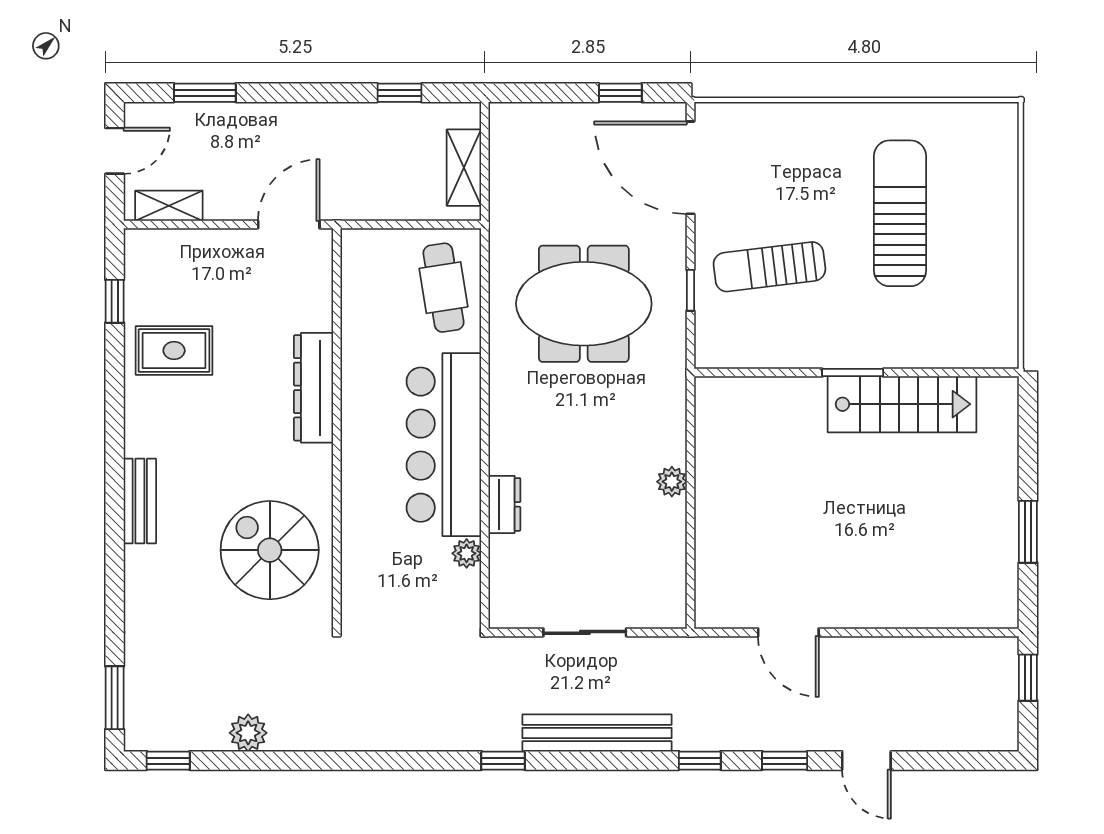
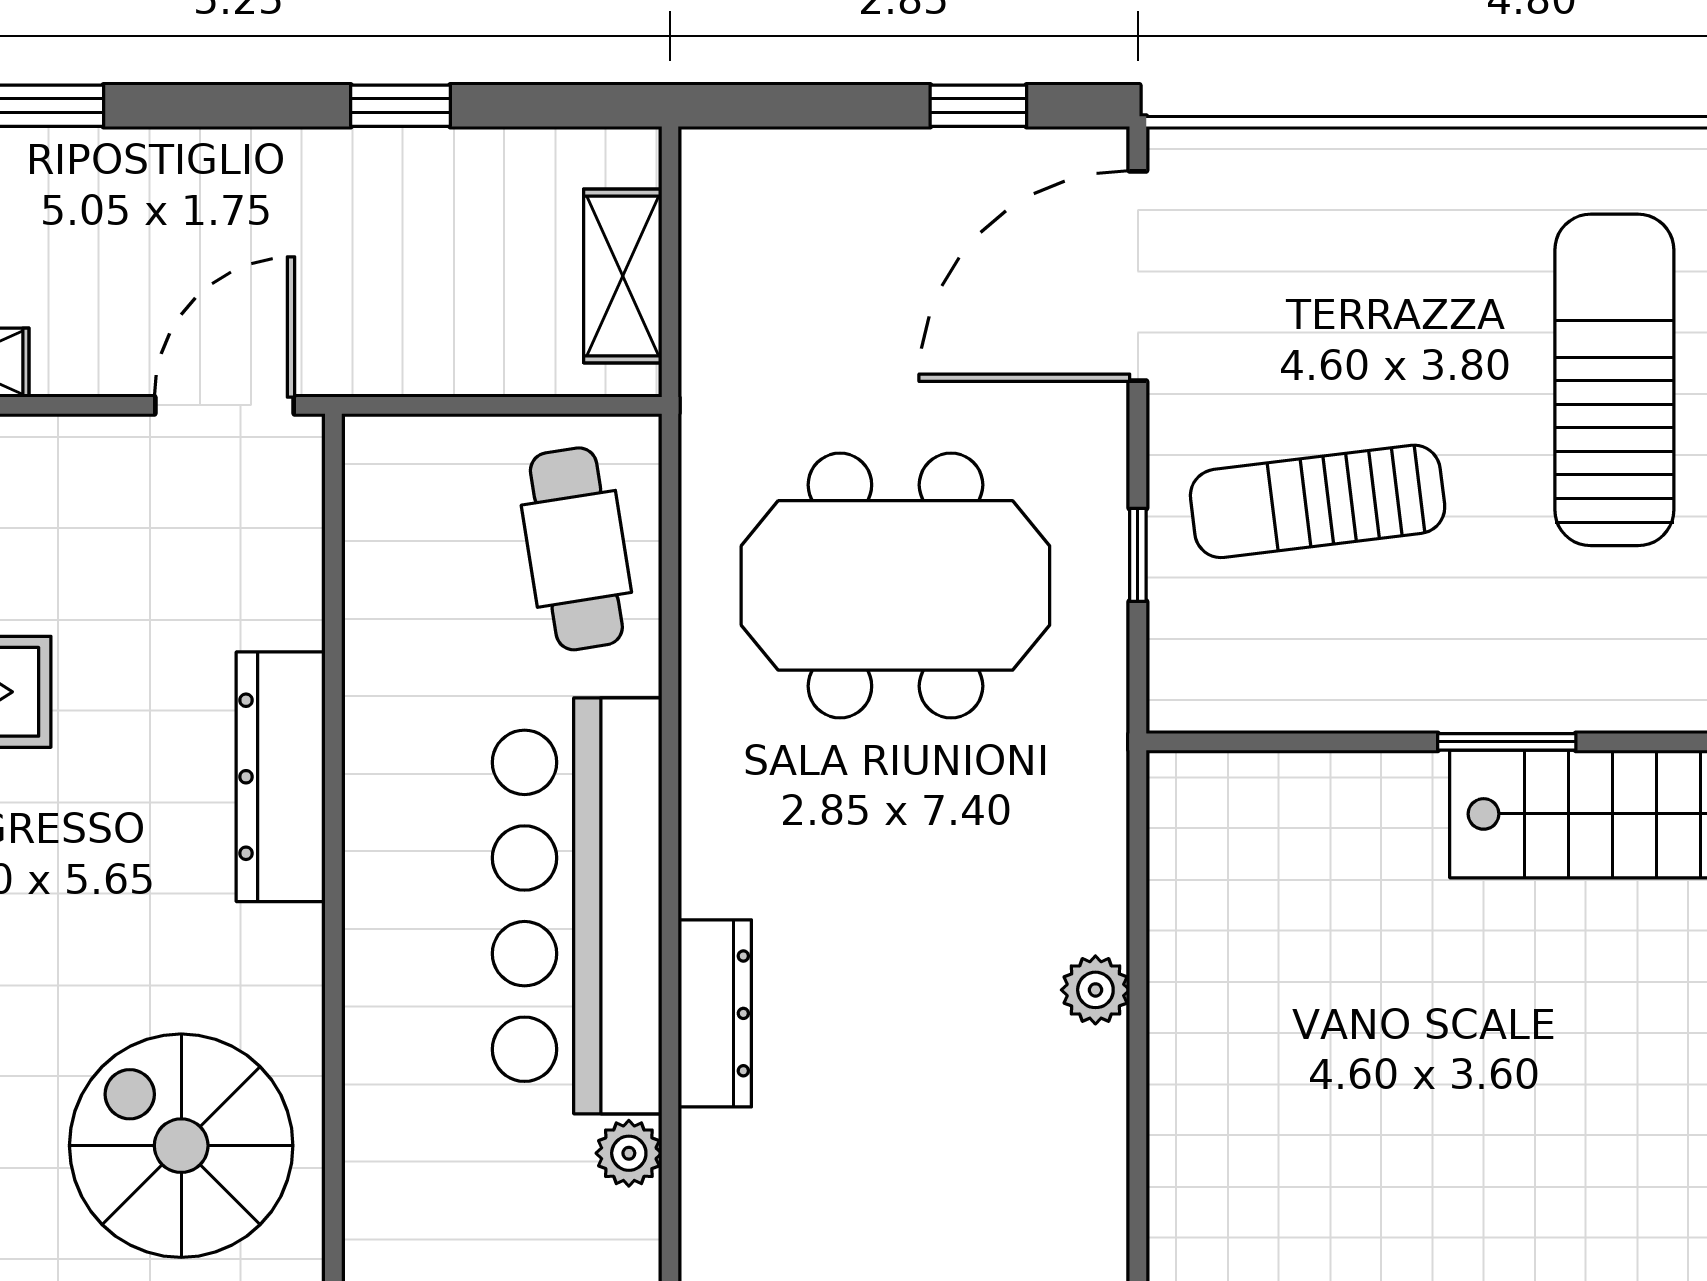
window: (399, 93) -> (400, 106), moved
door: (690, 168) -> (1138, 276), hinge flipped
dresser: (504, 504) -> (715, 1013), width x1.44

